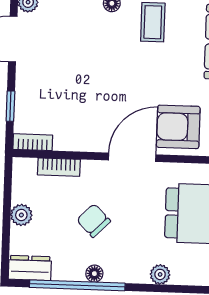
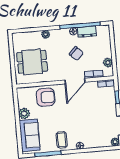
door: (132, 157) -> (75, 81), moved
plant: (21, 215) -> (108, 63), moved
dresser: (30, 268) -> (87, 32), moved

